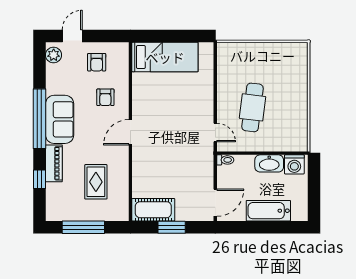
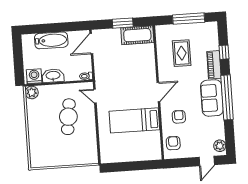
bed: (165, 57) -> (134, 120), moved
armchair: (97, 62) -> (173, 143), moved
plant: (299, 143) -> (32, 92), added

